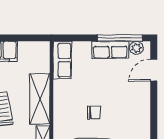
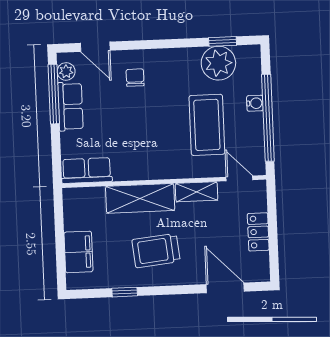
chair: (94, 113) -> (135, 78), moved

